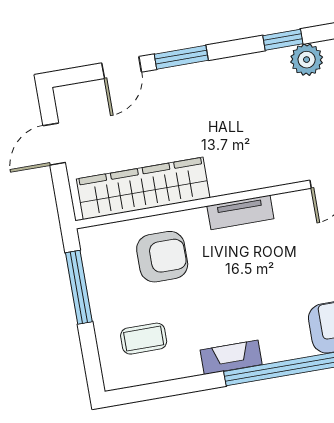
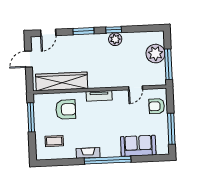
window: (283, 40) -> (114, 30), moved
plant: (307, 60) -> (115, 39), moved
door: (122, 68) -> (48, 33), moved

